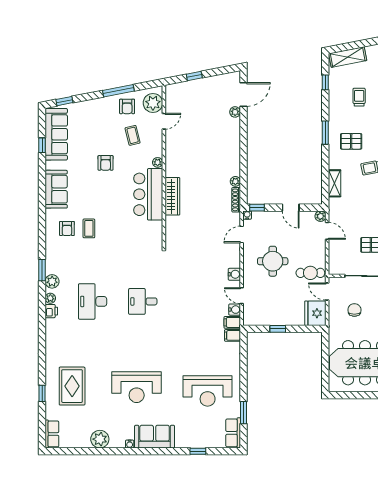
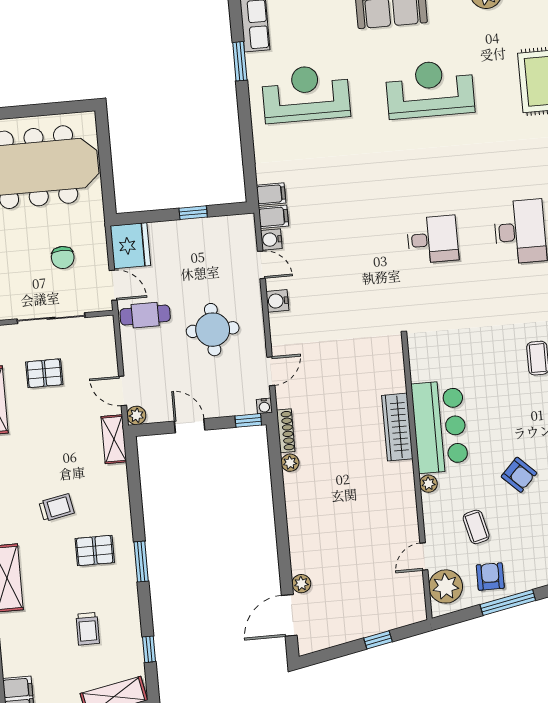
armchair: (106, 163) -> (519, 475), turned 134
shelving: (335, 183) -> (114, 439), moved

